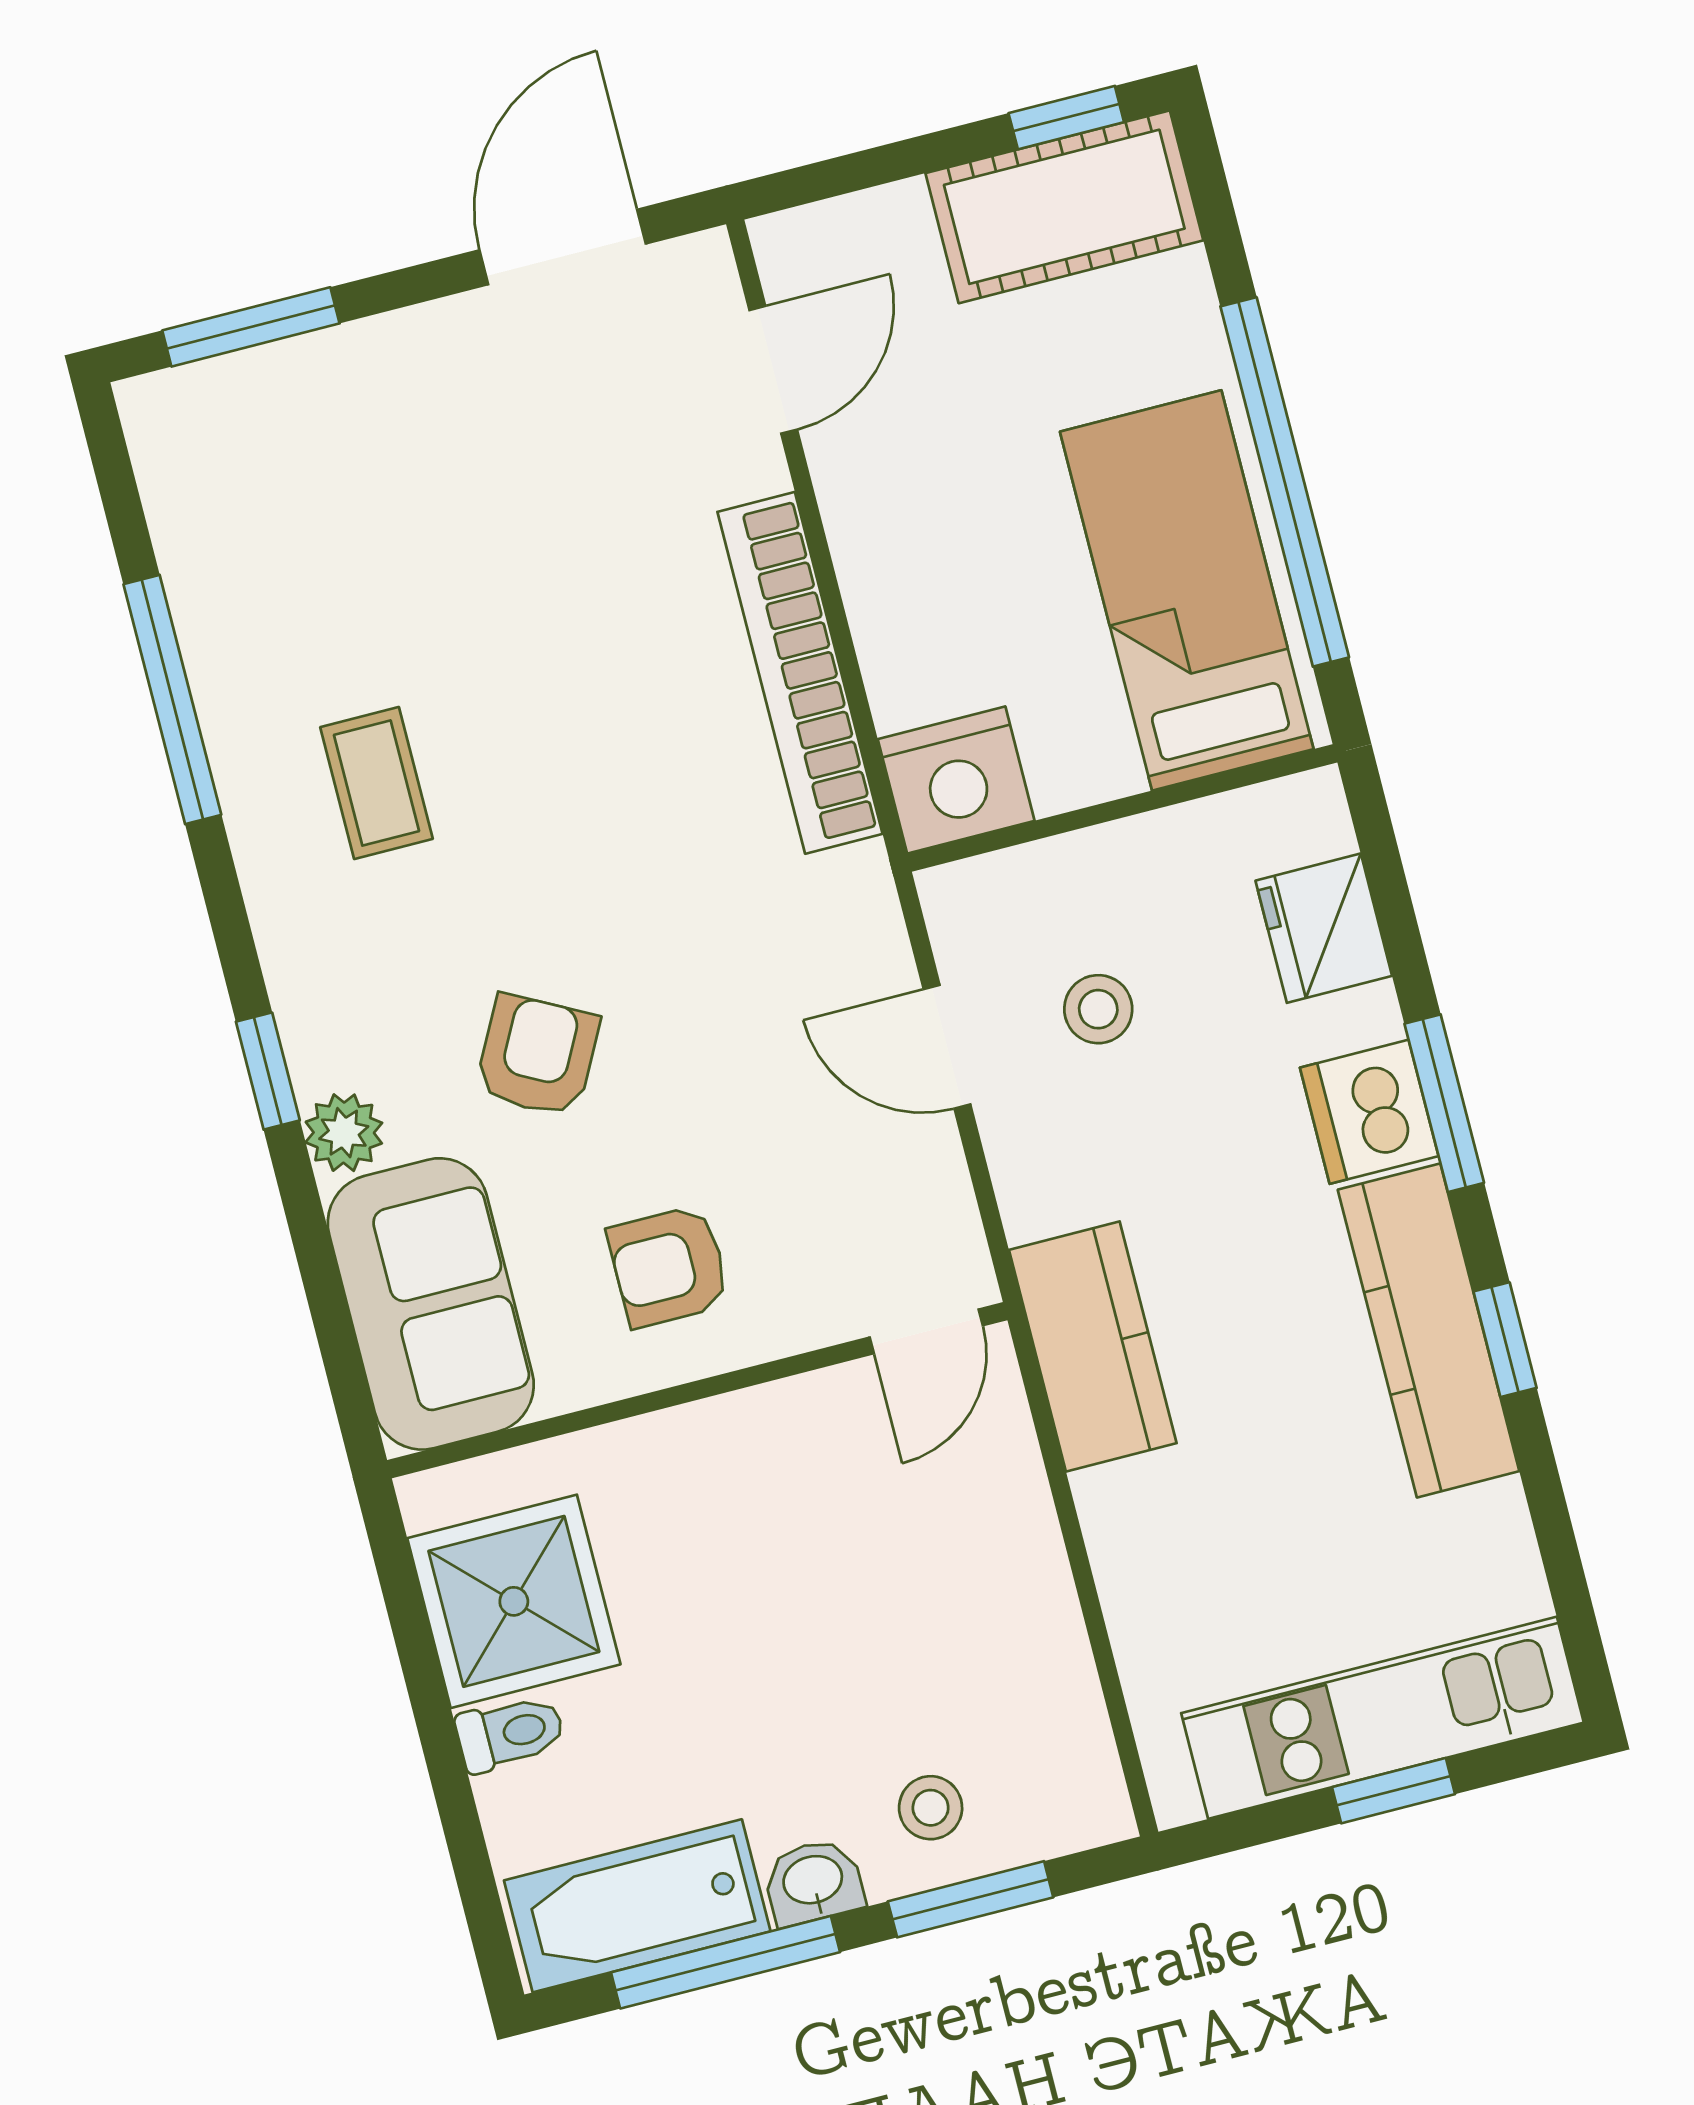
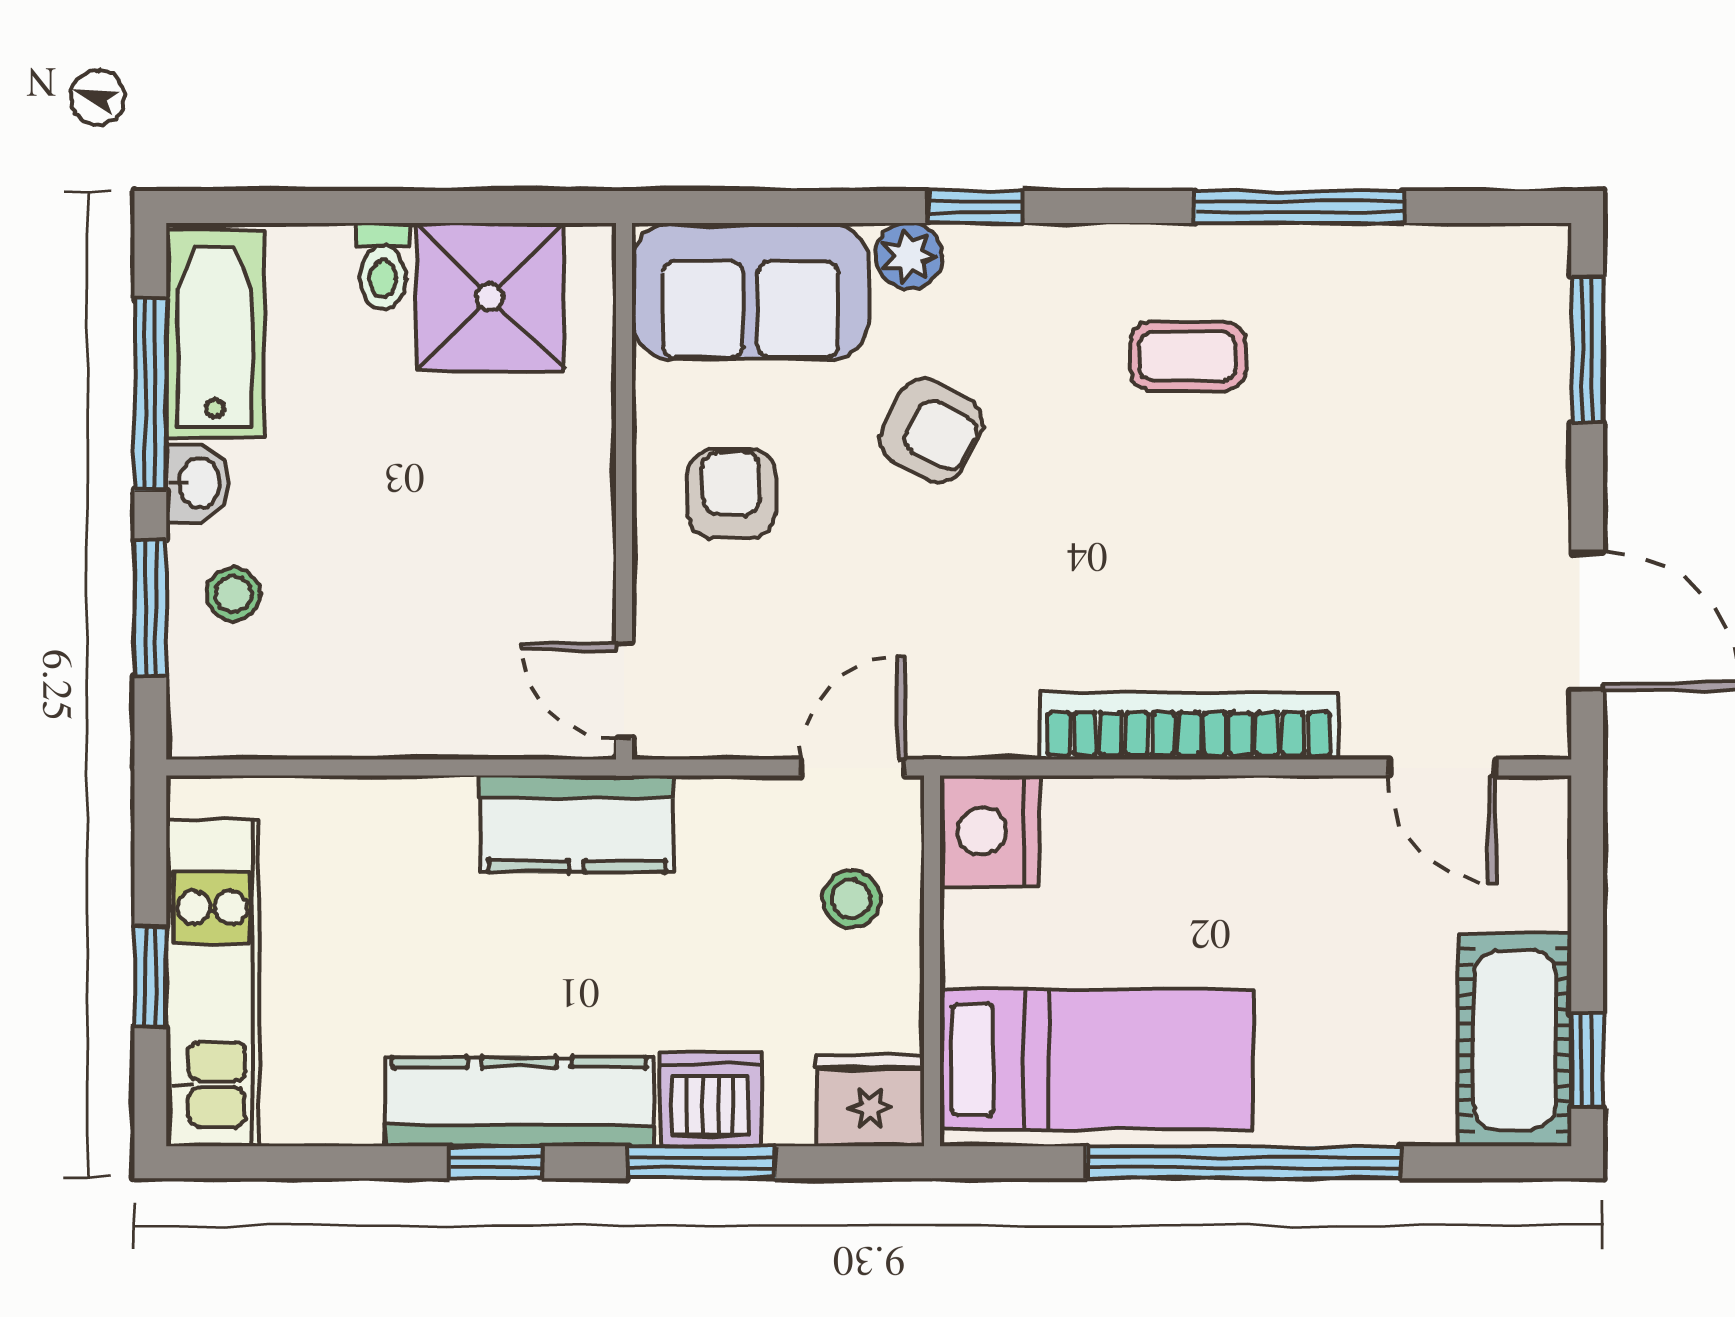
bed: (1187, 590) -> (1096, 1059), moved
nightstand: (956, 780) -> (990, 831), moved
wall: (1122, 808) -> (932, 961), moved

